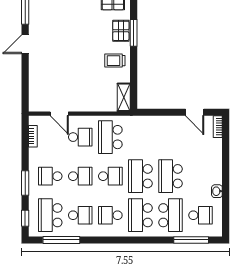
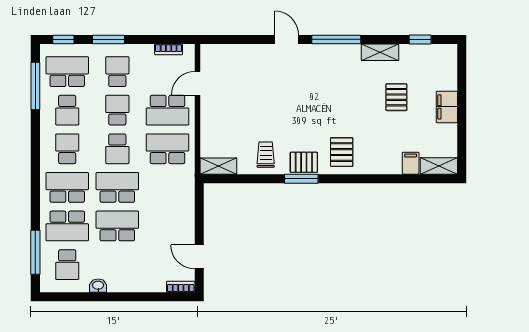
door: (195, 112) -> (199, 257), hinge flipped
school desk: (80, 137) -> (167, 110), width x1.85
school desk: (80, 176) -> (117, 110), turned 180

